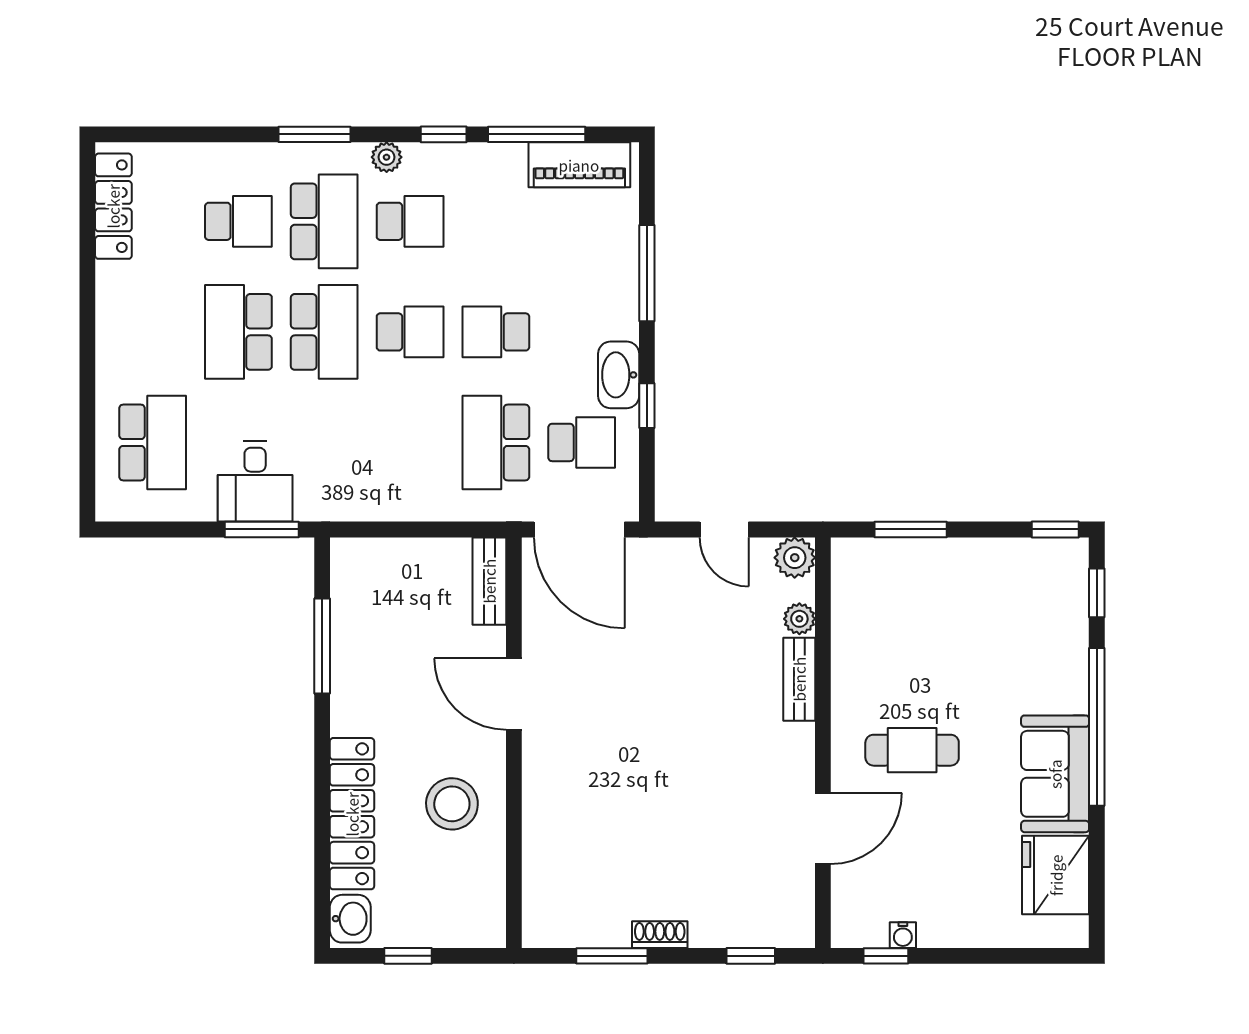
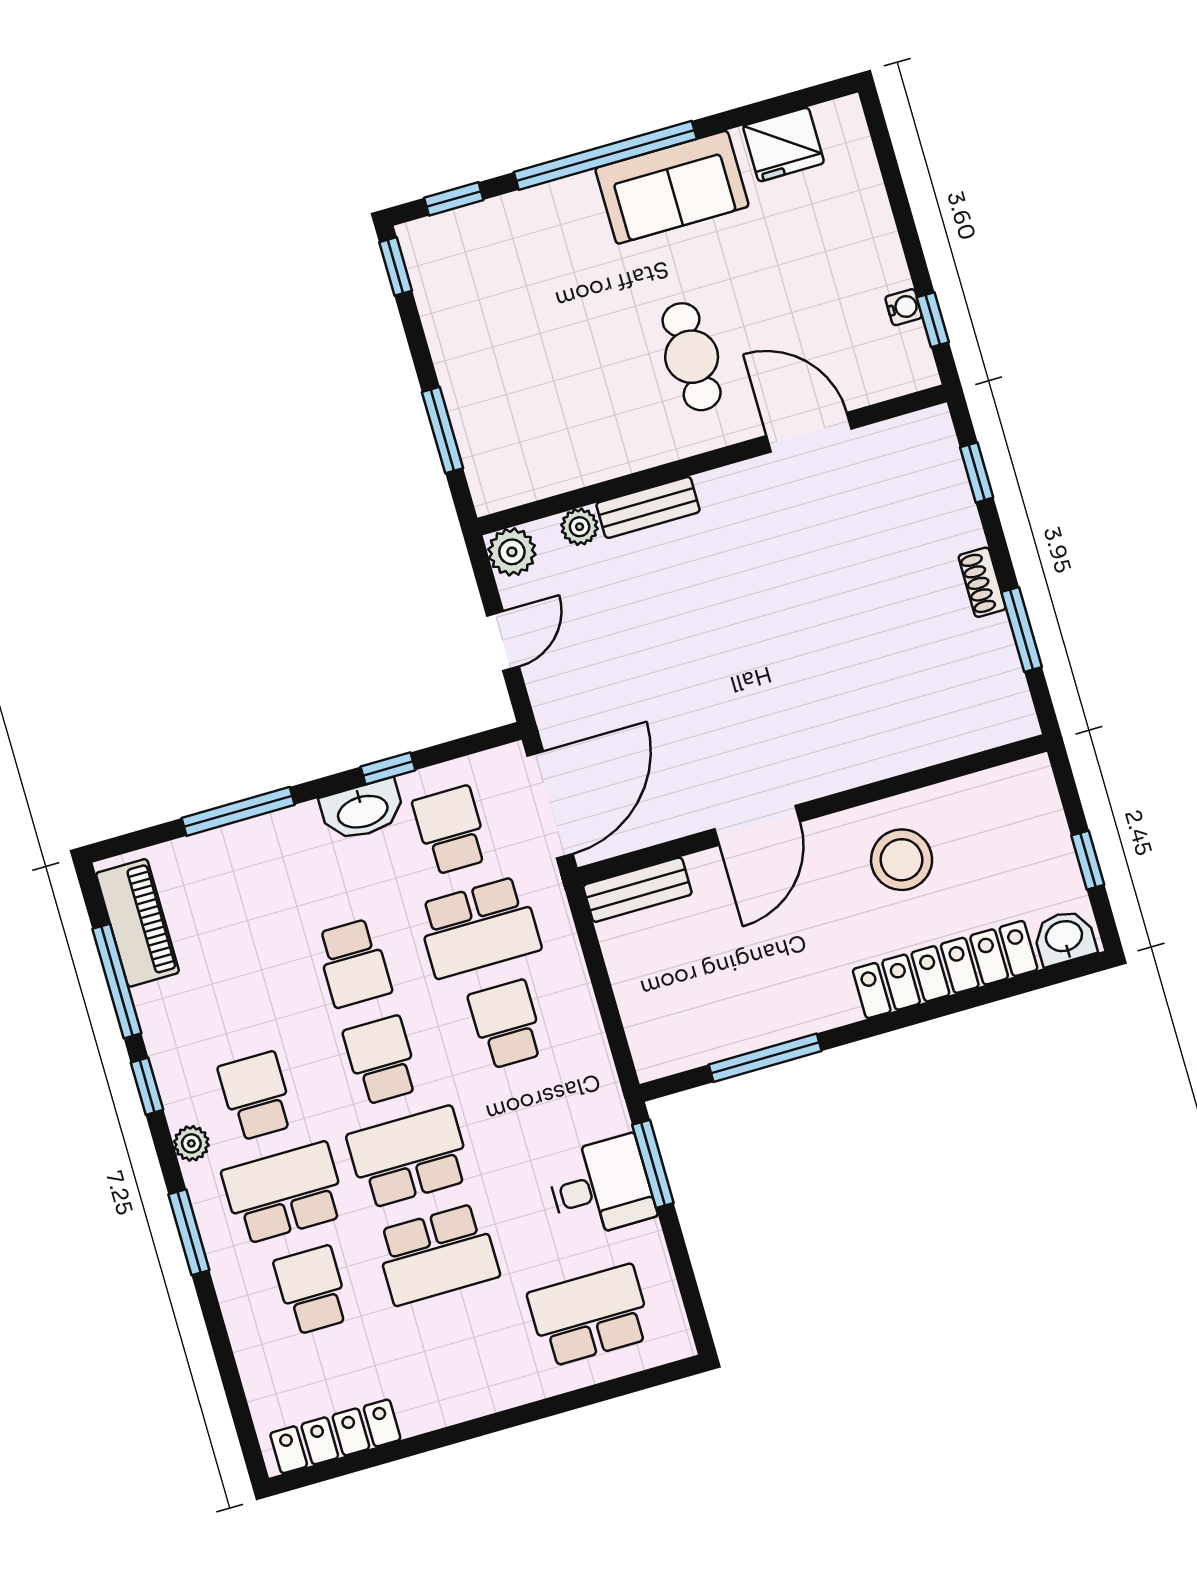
school desk: (410, 442) -> (506, 1024), added
fridge: (1056, 875) -> (783, 144), width x0.73, depth x0.75

